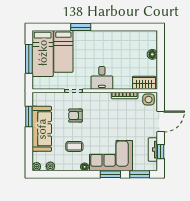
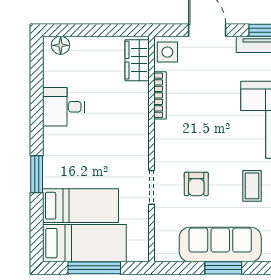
floor lamp: (152, 54) -> (61, 45), moved
desk: (102, 78) -> (63, 107), moved, turned 180
window: (29, 116) -> (223, 268), moved

